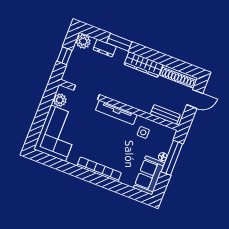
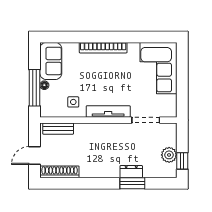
plant: (83, 41) -> (169, 155), moved
dresser: (105, 48) -> (131, 172), moved
window: (65, 56) -> (182, 161), moved
wardrobe: (143, 64) -> (100, 170), removed
plant: (60, 100) -> (170, 102), removed

